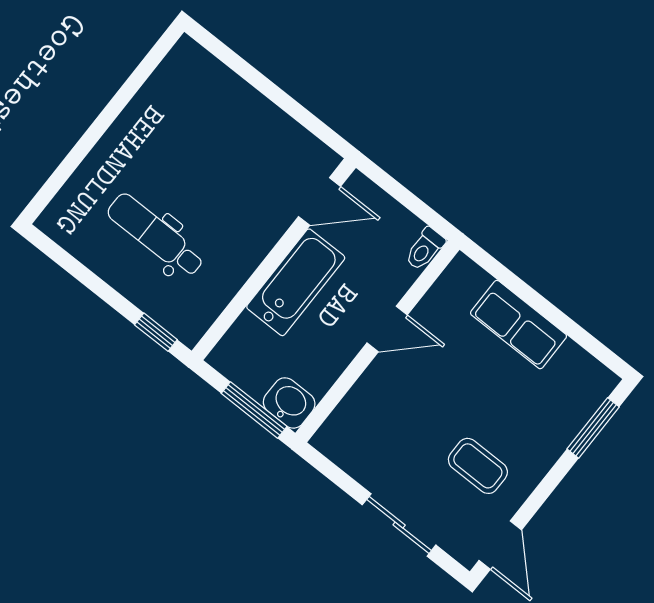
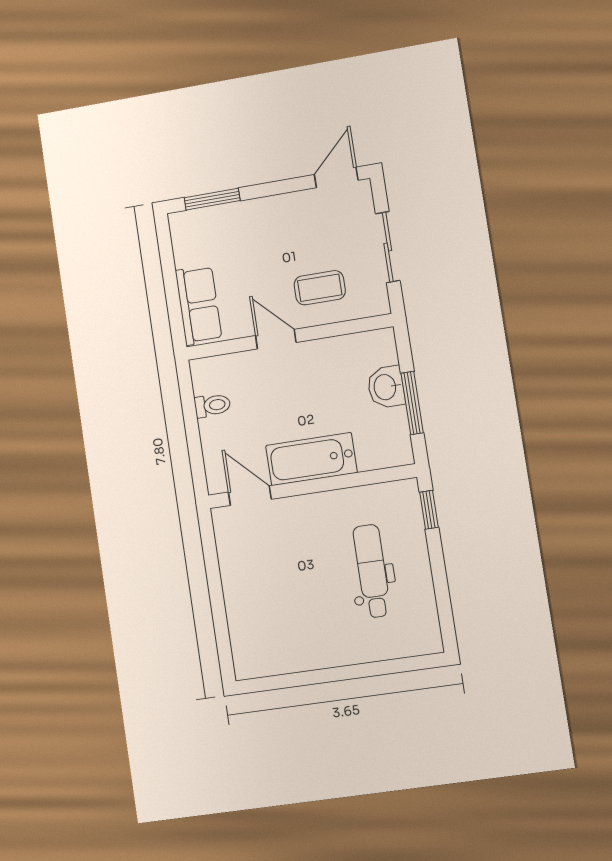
dental chair: (156, 235) -> (372, 571), turned 180
door: (387, 329) -> (276, 339), moved
wall: (377, 341) -> (289, 337), moved
coffee table: (478, 466) -> (320, 288), moved, turned 90

